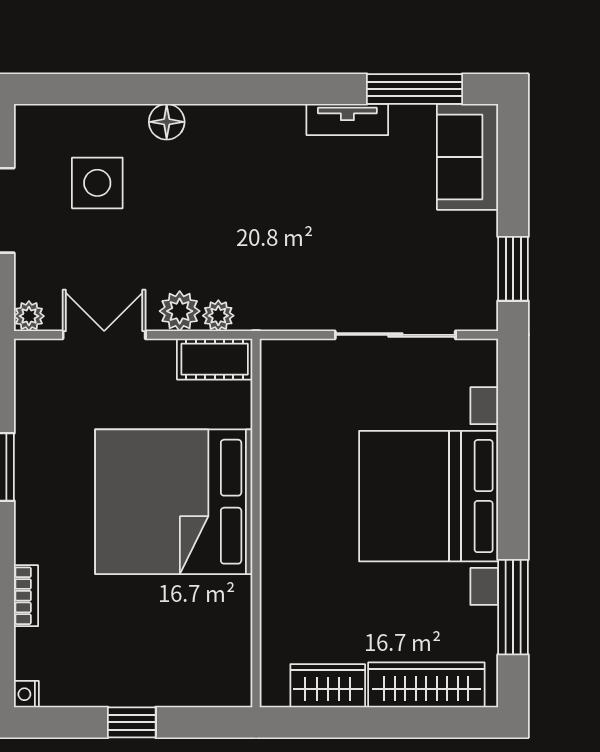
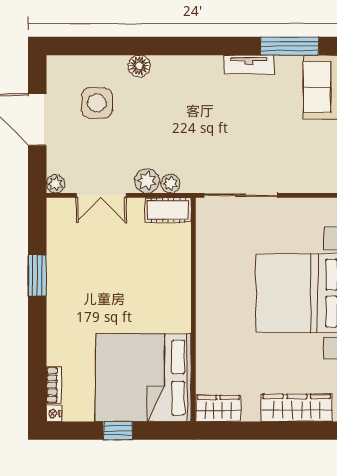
double door: (104, 335) -> (101, 195), swing flipped
sliding door: (395, 335) -> (241, 195), moved
bed: (174, 502) -> (143, 378), moved
bookcase: (26, 596) -> (54, 385), moved
wardrobe: (328, 686) -> (218, 408), moved

